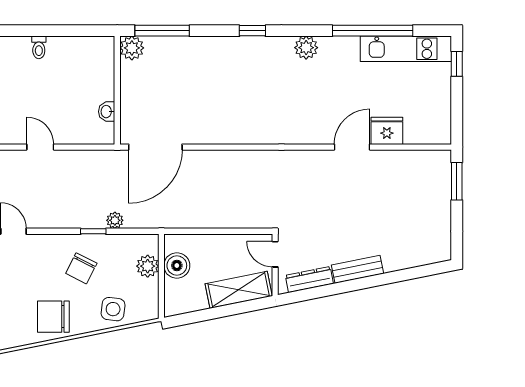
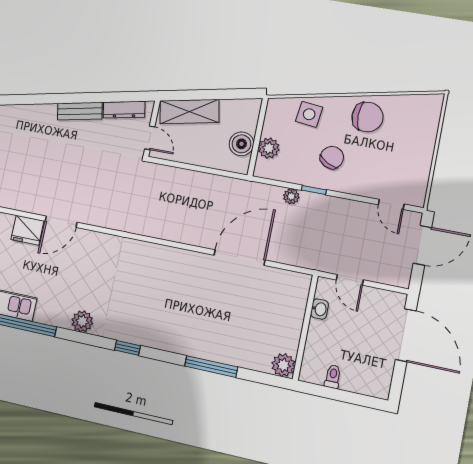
plant: (132, 48) -> (283, 365), moved
wall: (117, 90) -> (305, 327), moved
washbasin: (107, 112) -> (319, 309), moved

